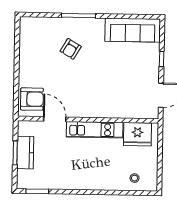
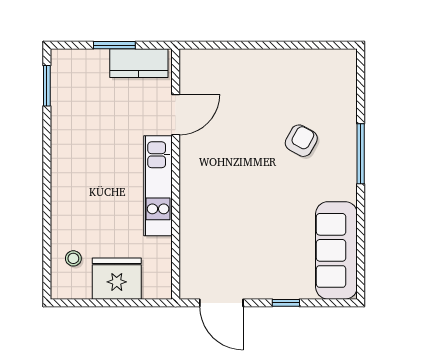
armchair: (71, 49) -> (301, 141), turned 88
armchair: (32, 99) -> (211, 73), removed
fridge: (137, 134) -> (117, 279), moved, turned 90
kitchen counter: (25, 153) -> (139, 63), moved

